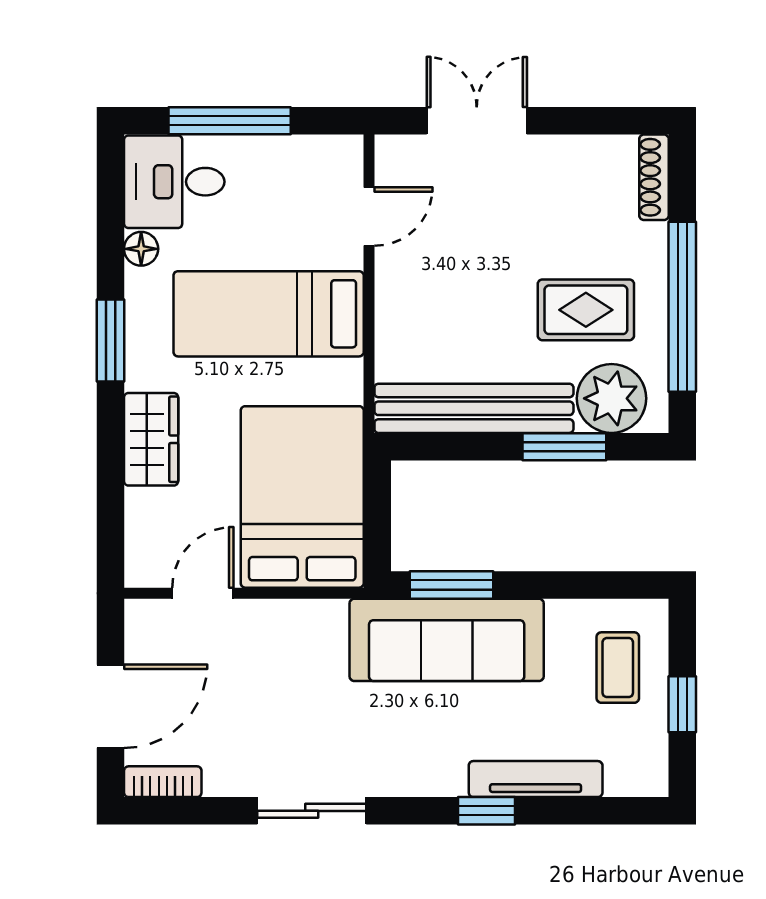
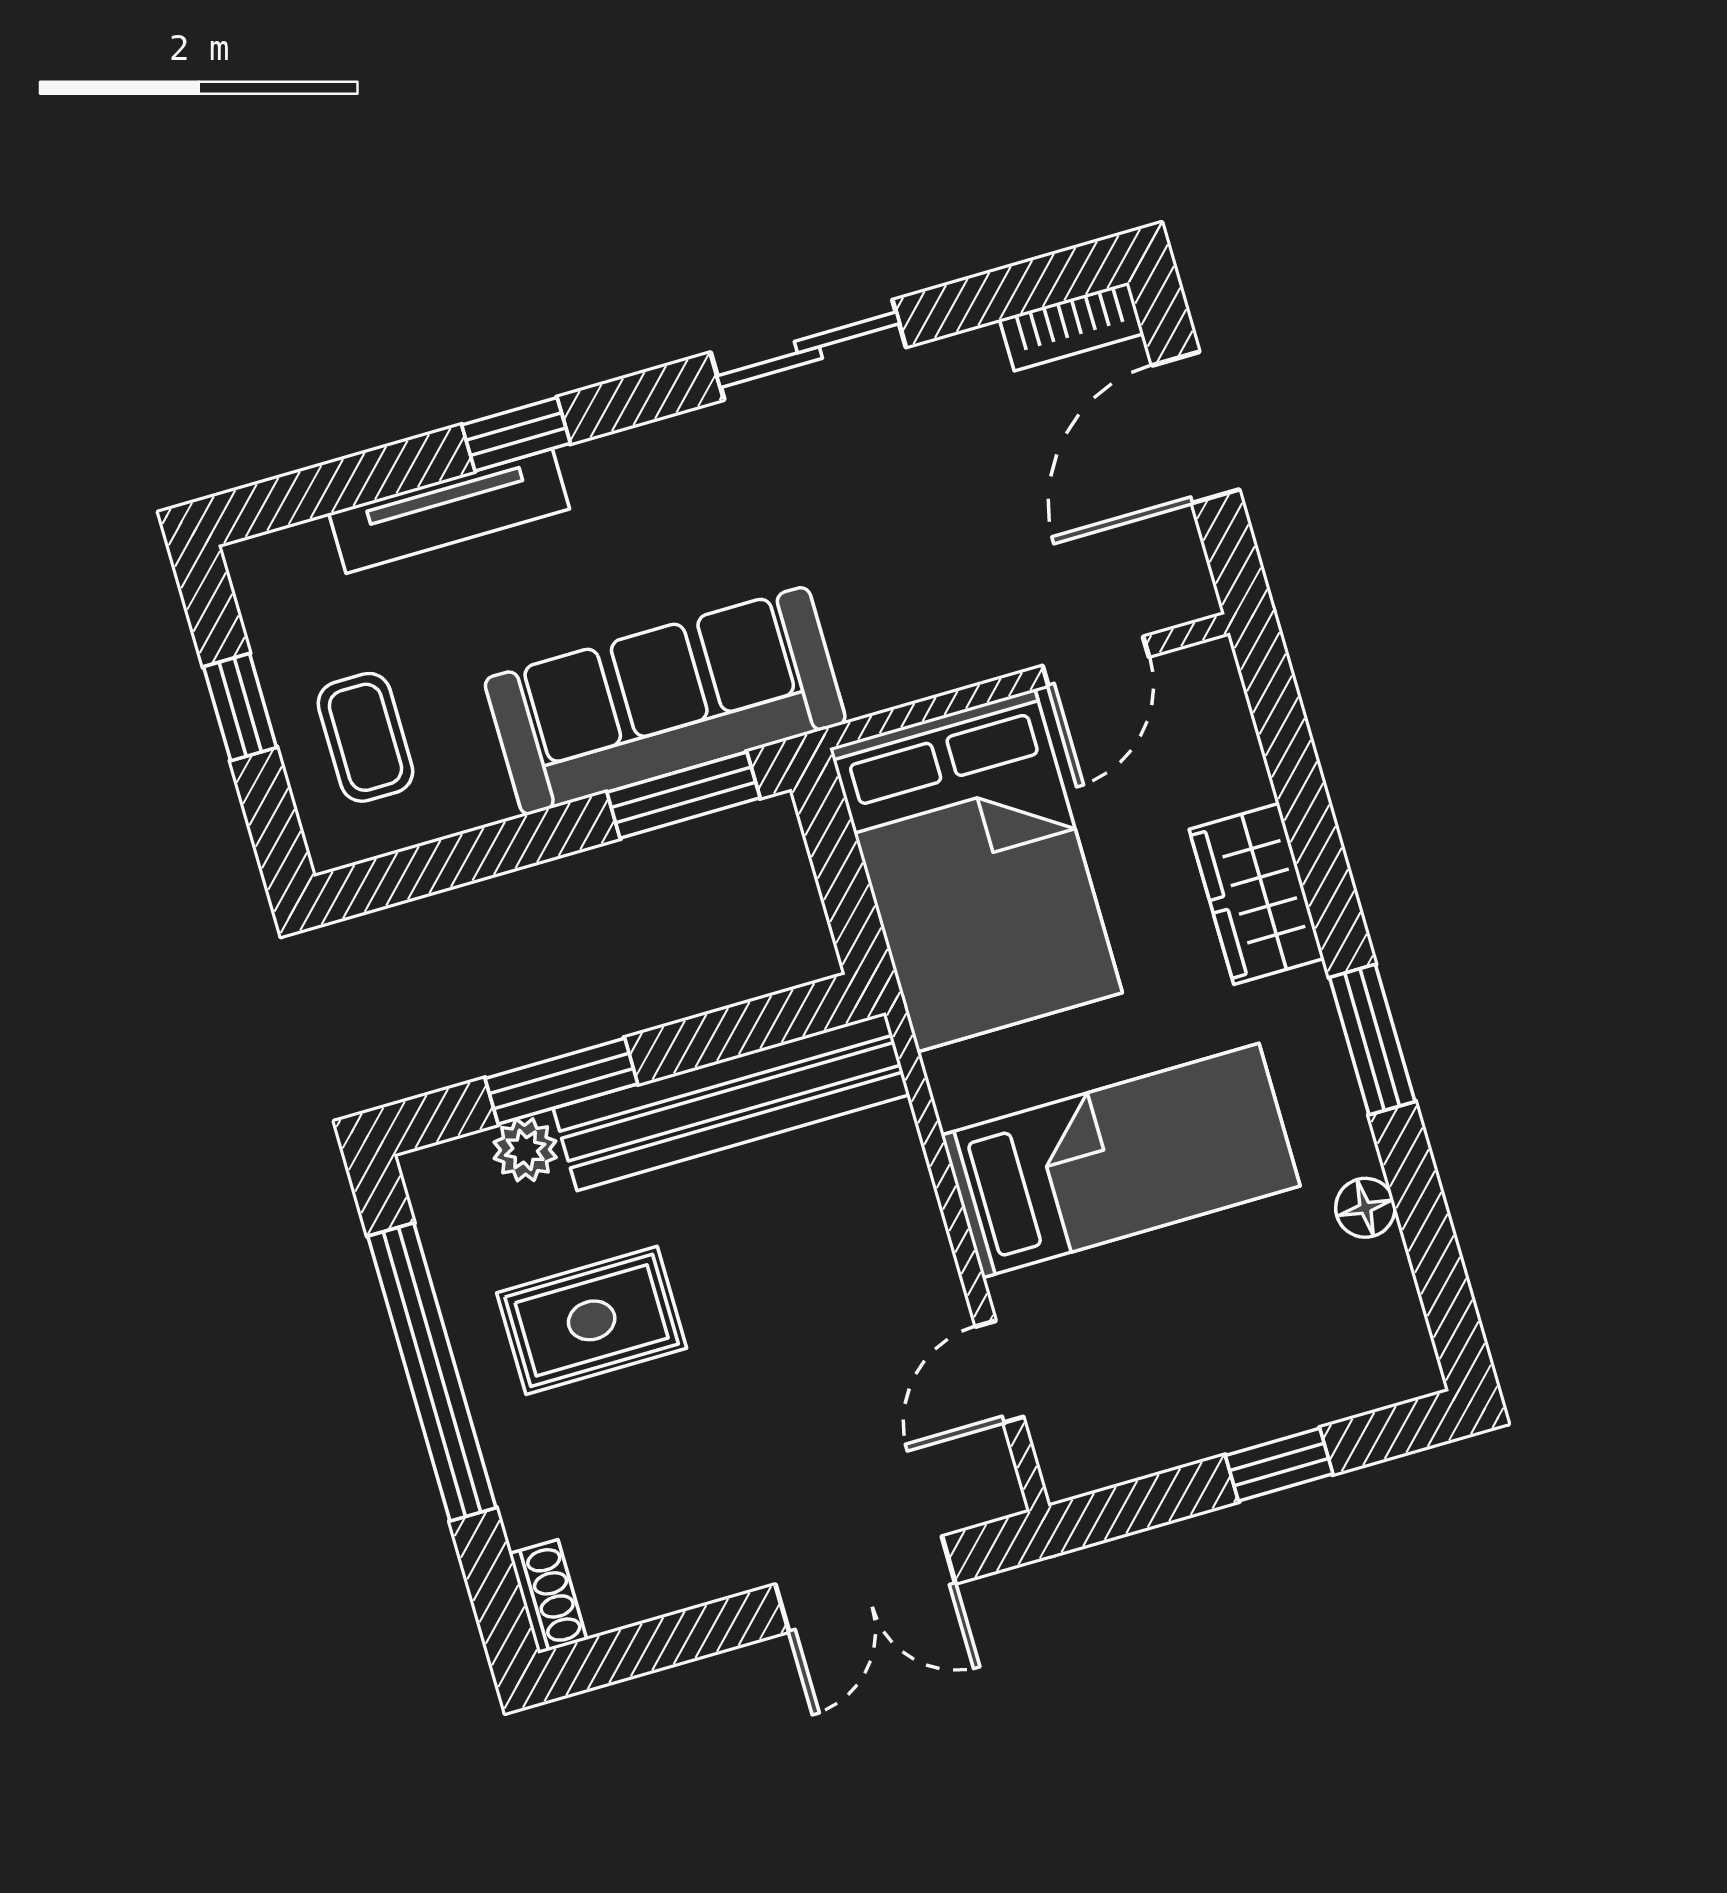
window: (230, 121) -> (1279, 1465), width x0.46
shoe rack: (654, 177) -> (548, 1597), width x0.70
desk: (174, 182) -> (1342, 1336), removed
plant: (612, 398) -> (525, 1150), width x0.53, depth x0.53

